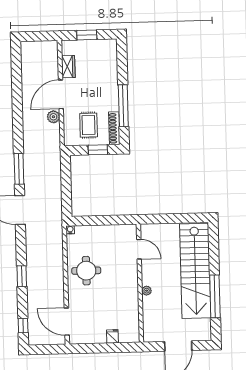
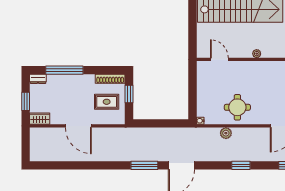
dresser: (112, 48) -> (38, 79), added
wardrobe: (68, 67) -> (40, 119), moved
window: (123, 106) -> (64, 70), moved
plant: (53, 117) -> (226, 133), moved
door: (139, 249) -> (219, 59), hinge flipped

